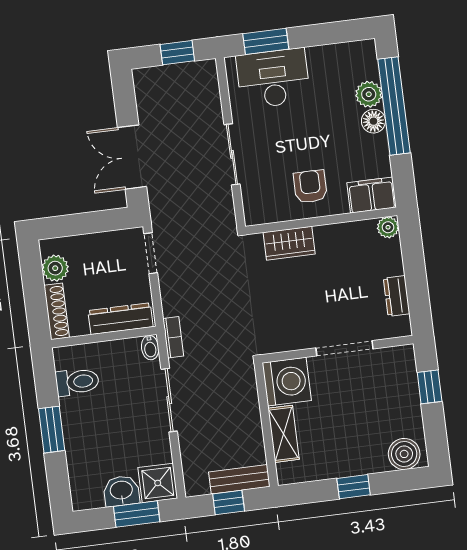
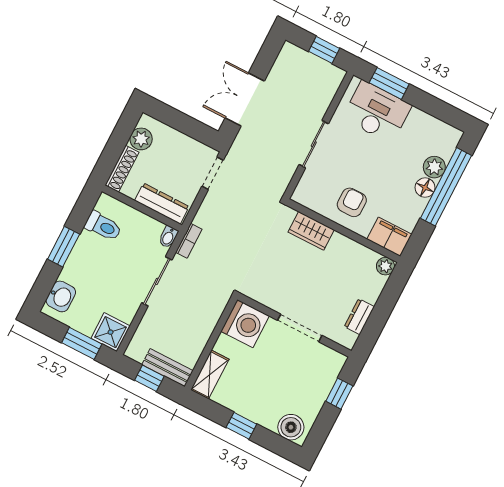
shelving: (284, 434) -> (210, 375), moved
washbasin: (121, 491) -> (61, 296), moved, turned 90

